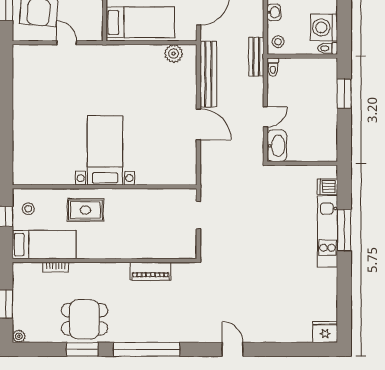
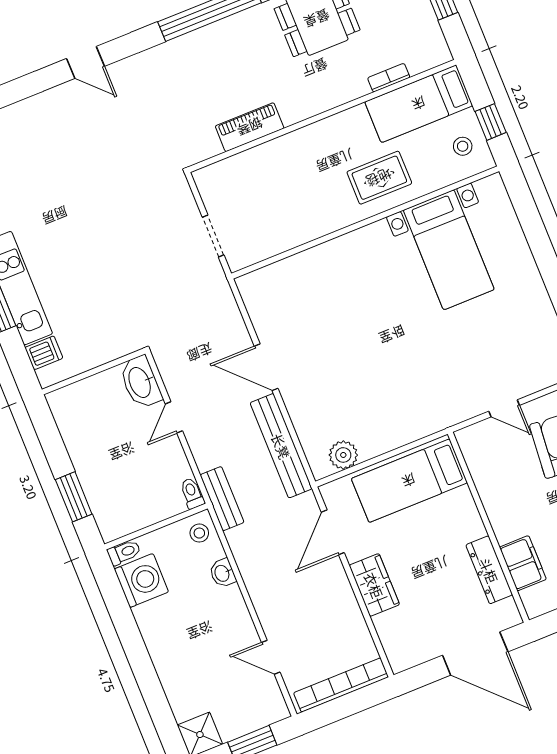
bed with nightstands: (105, 150) -> (449, 250), moved

